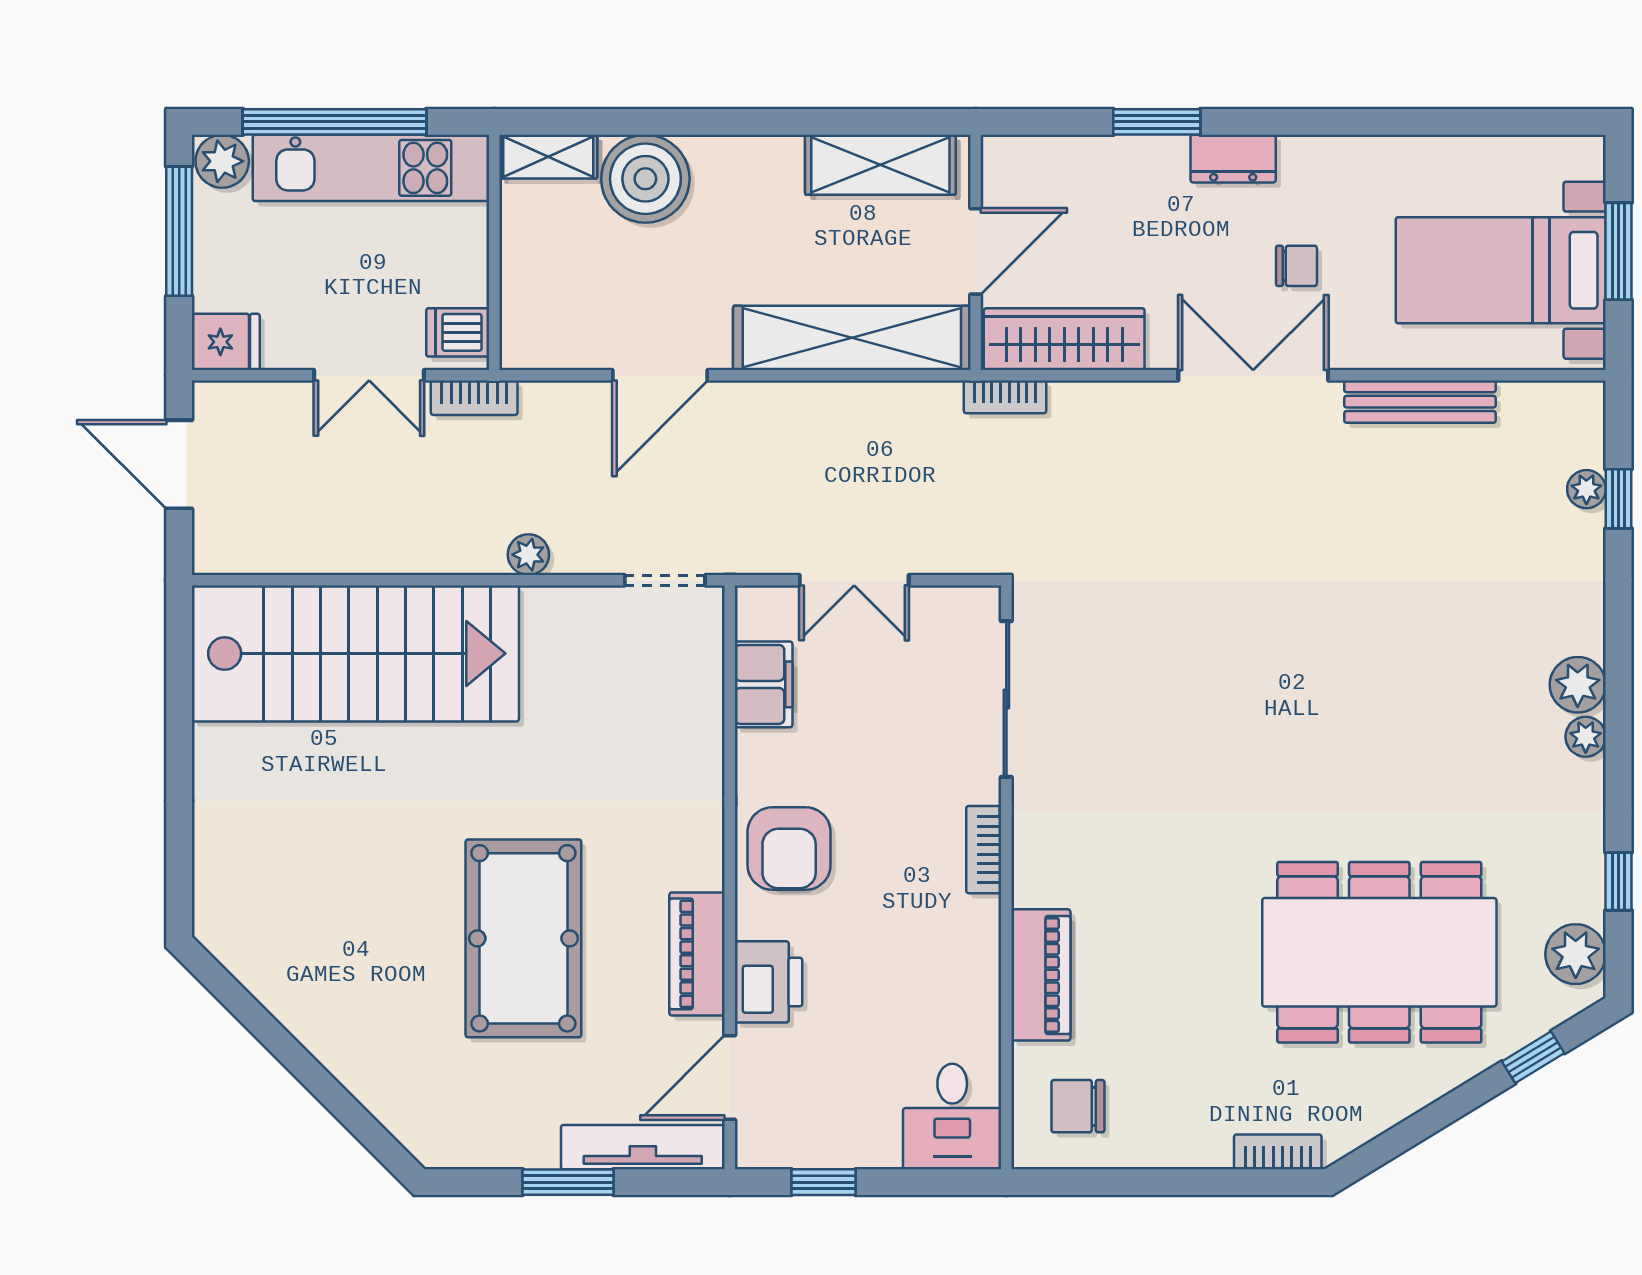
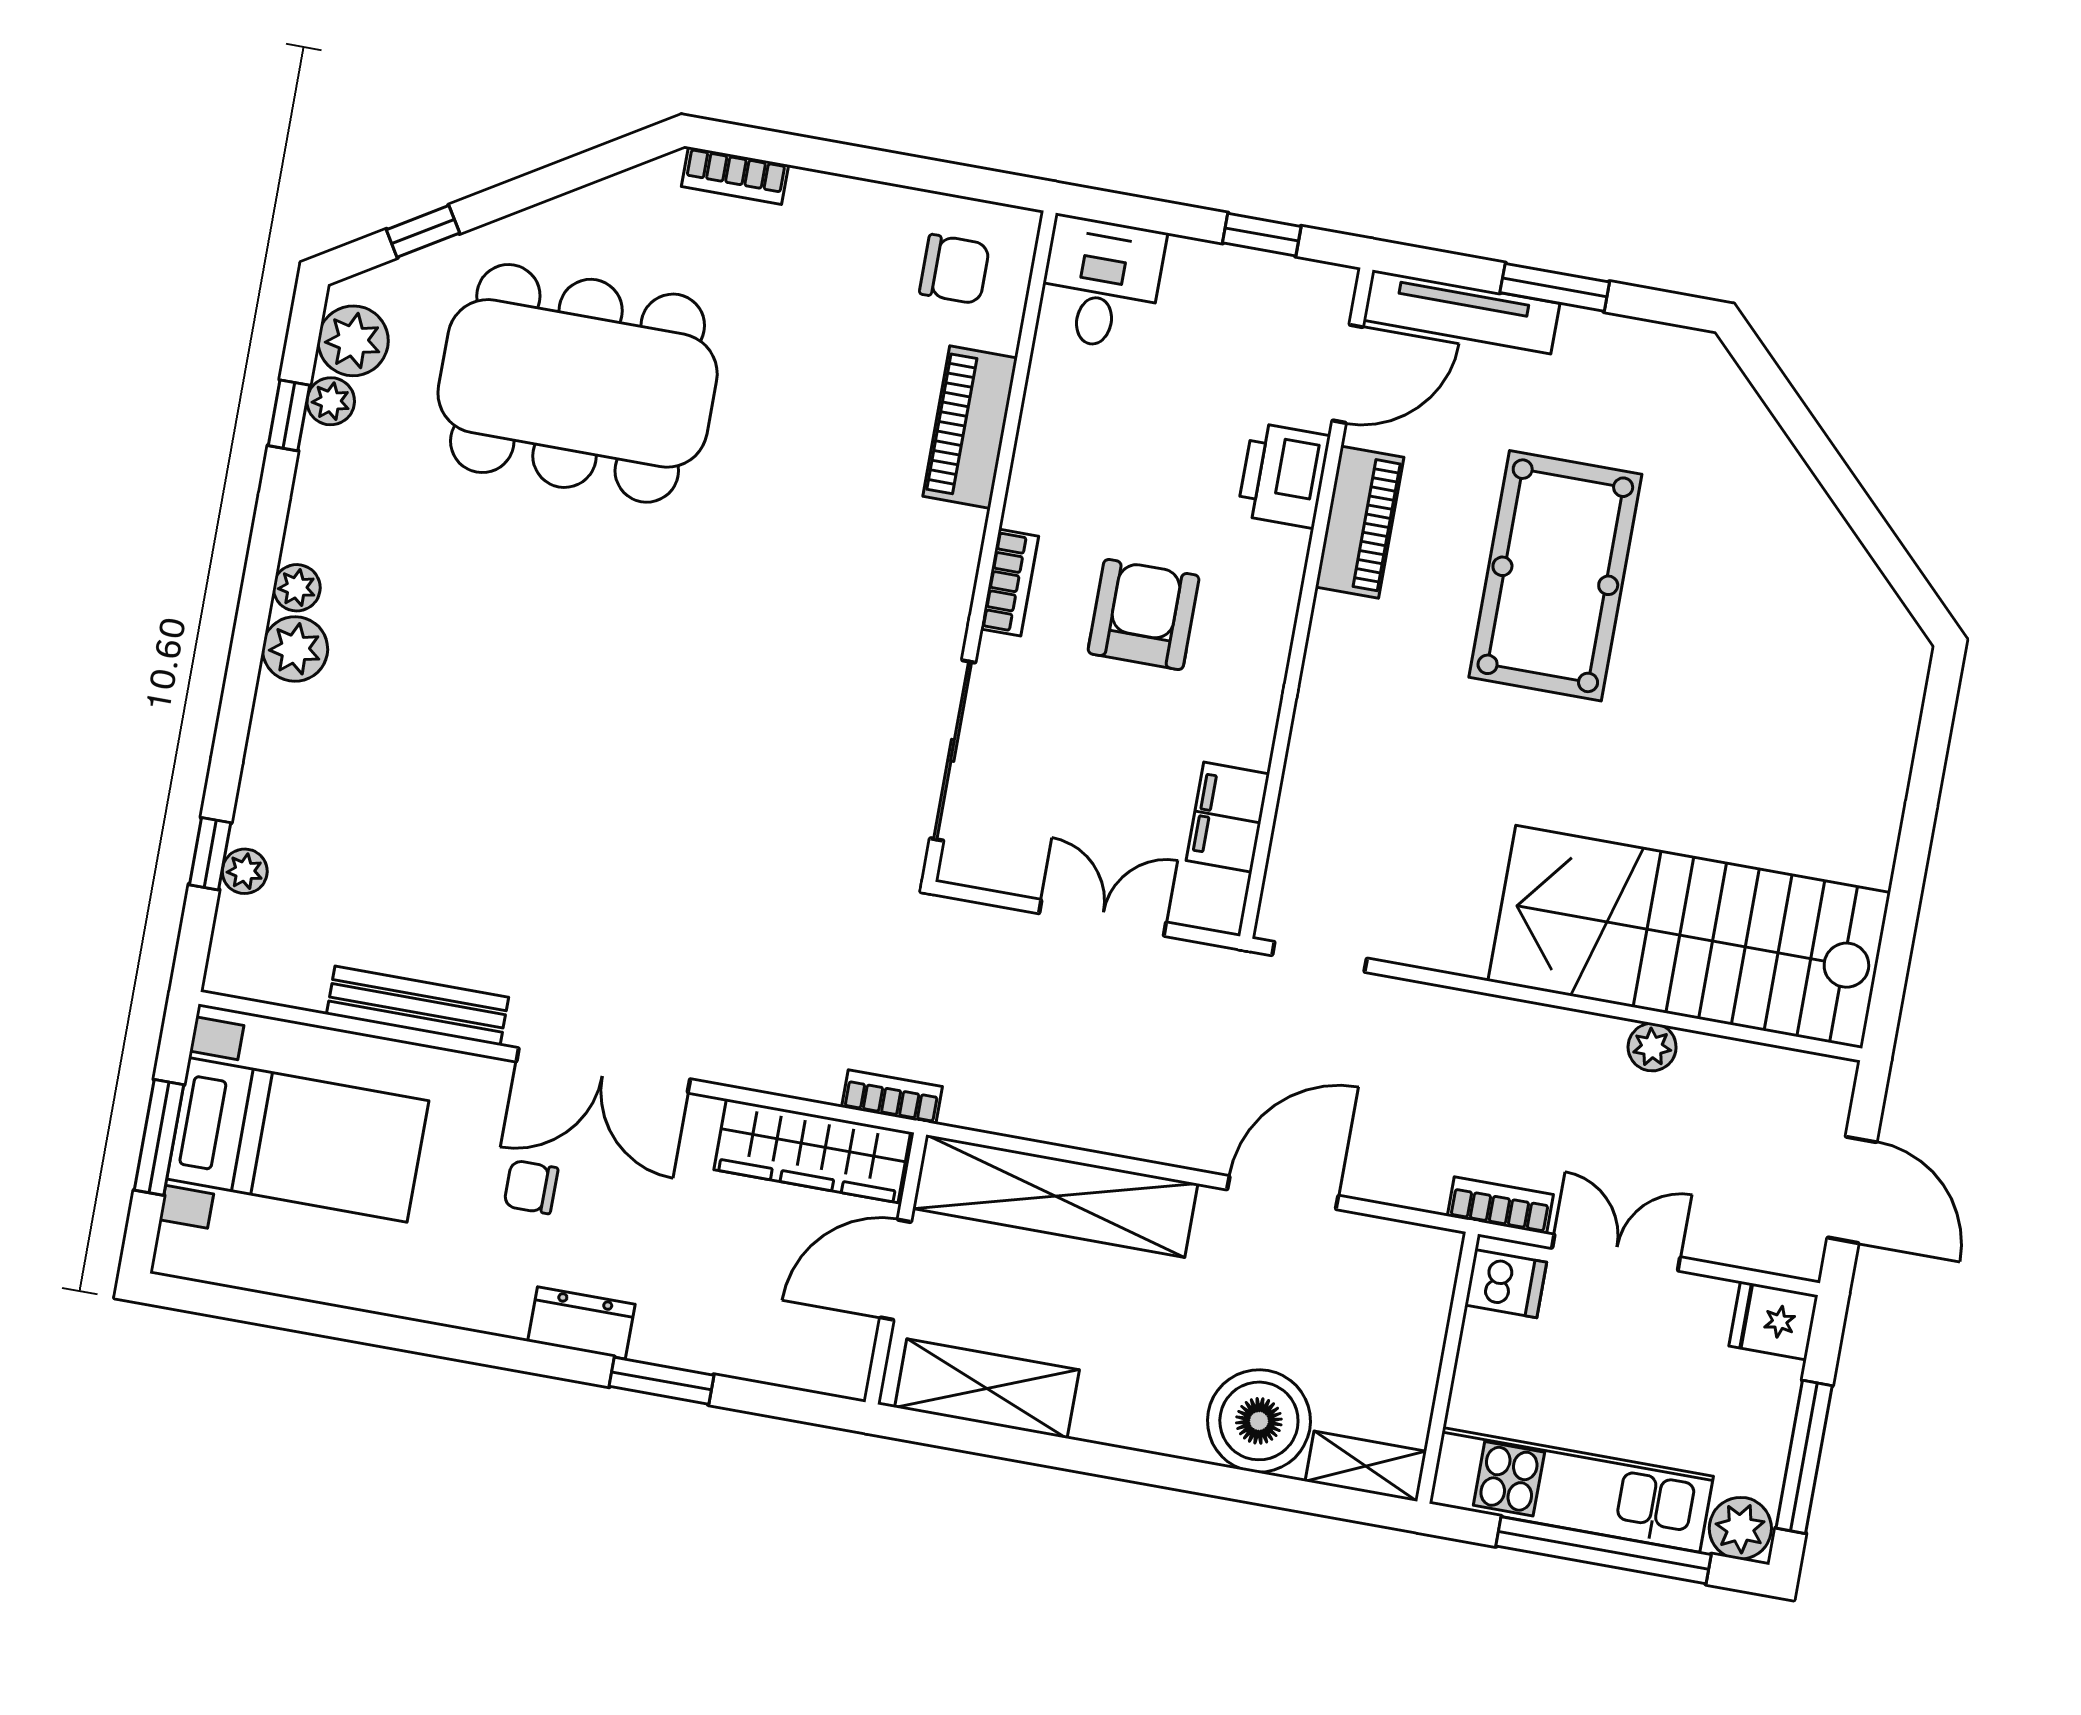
plant: (528, 555) -> (1652, 1047), moved
armchair: (789, 849) -> (1144, 615), moved
plant: (1585, 900) -> (331, 401), added

